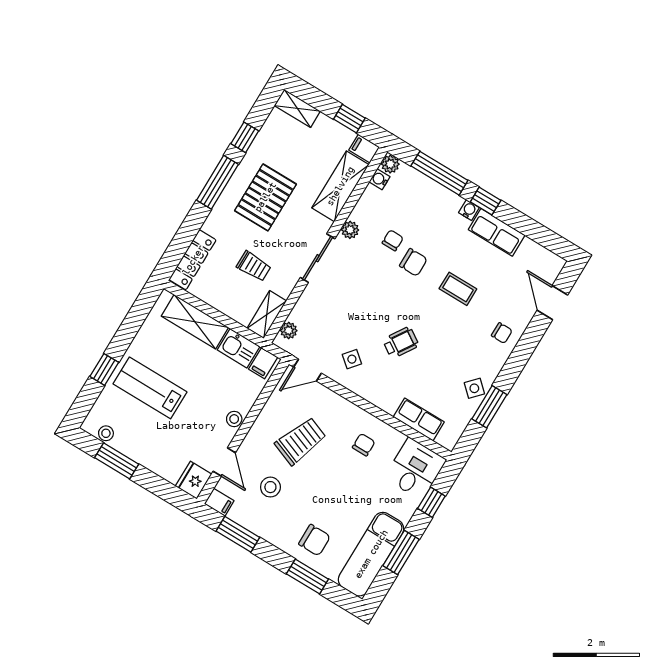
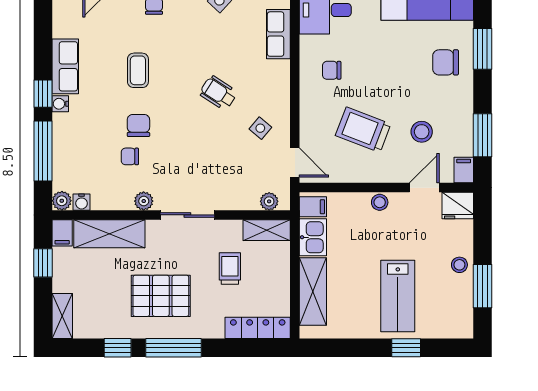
stool: (106, 433) -> (459, 265), moved
chair: (315, 540) -> (446, 62), turned -90

